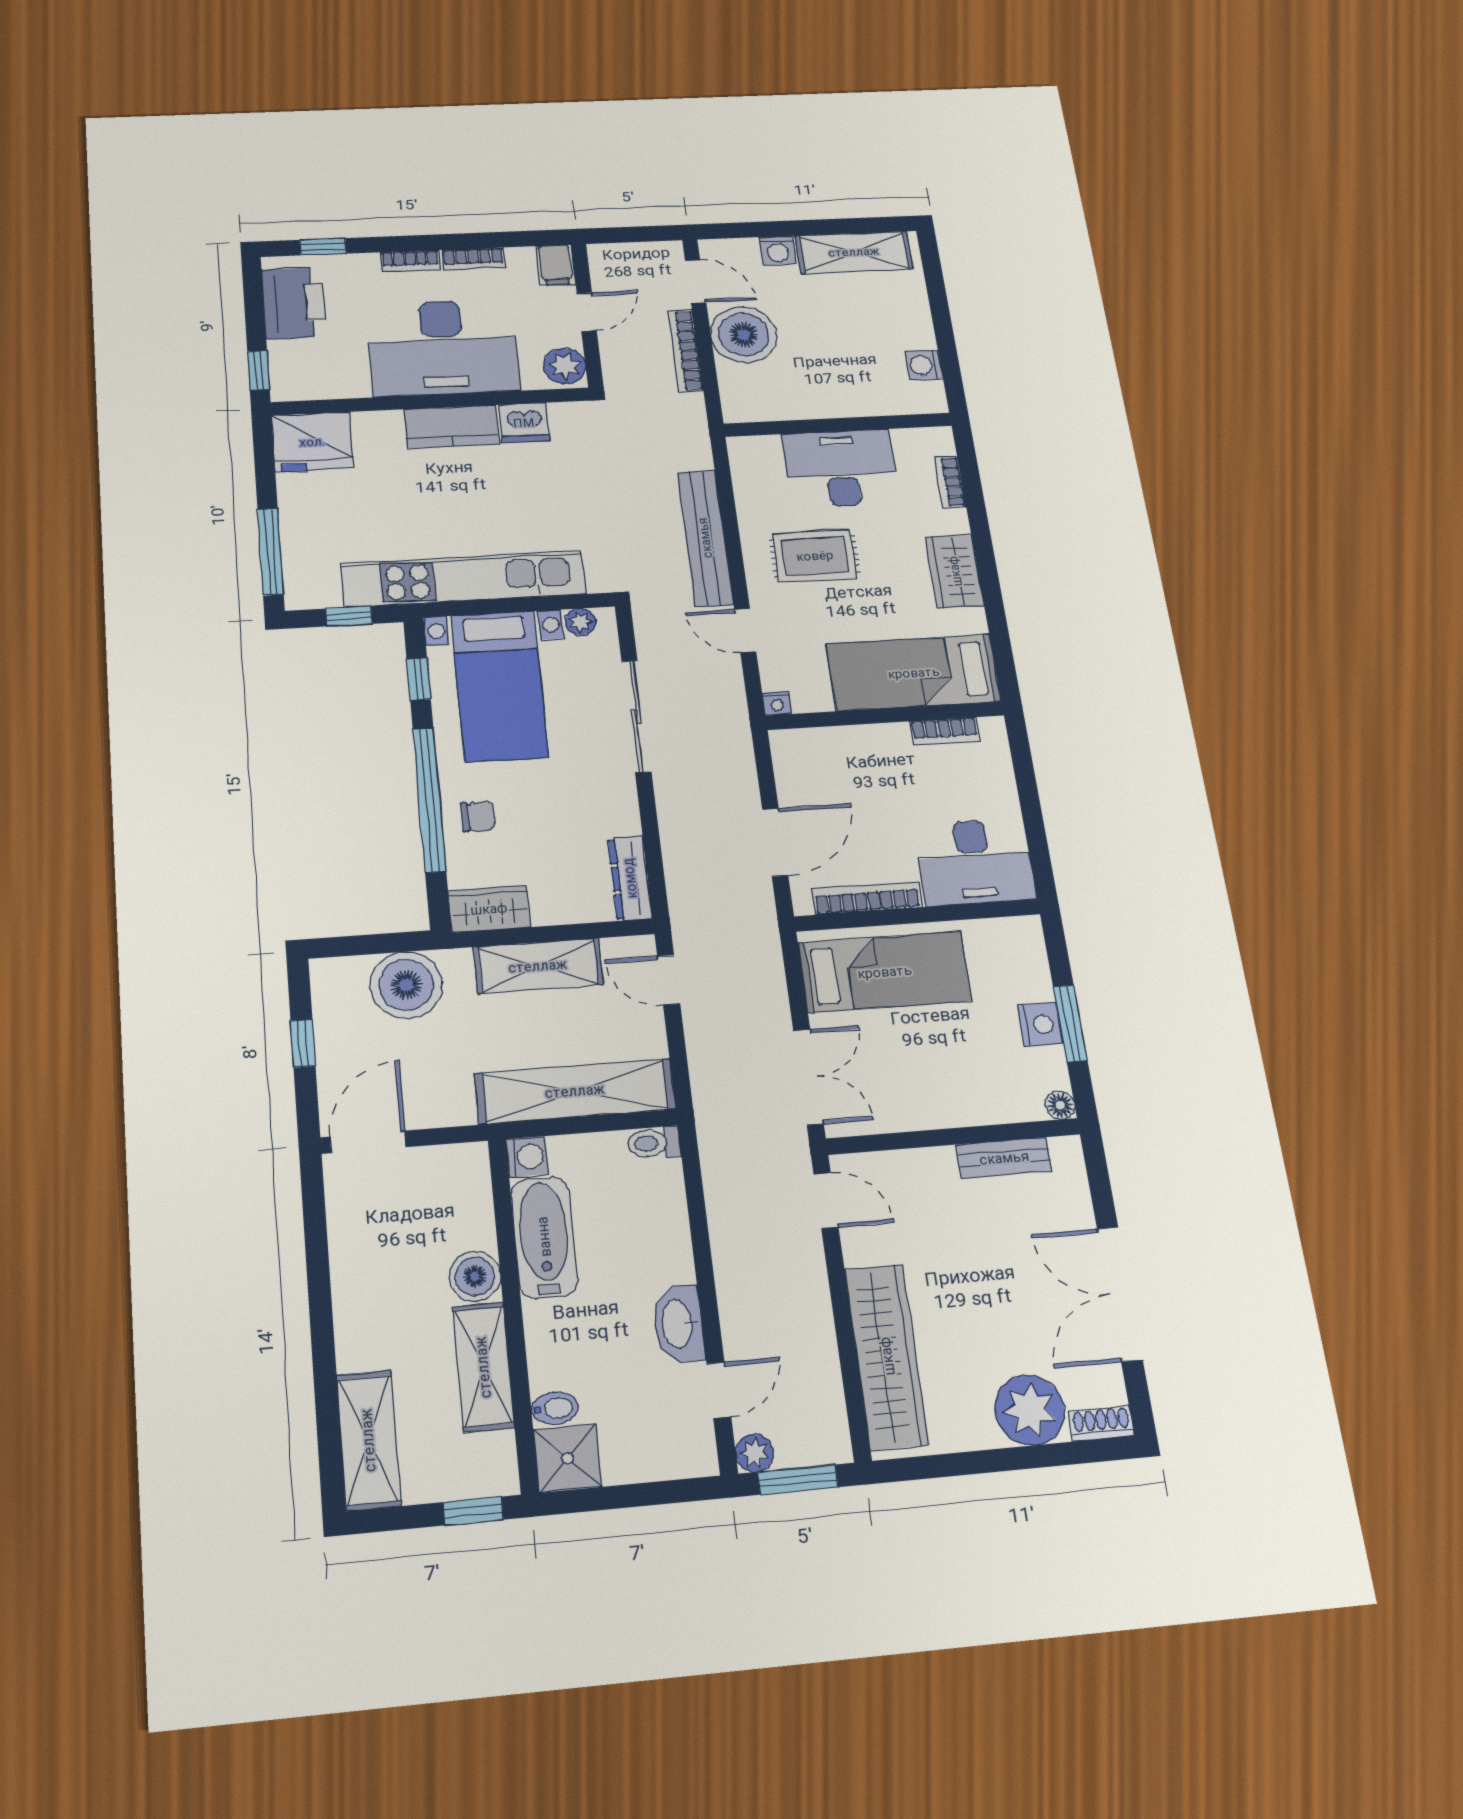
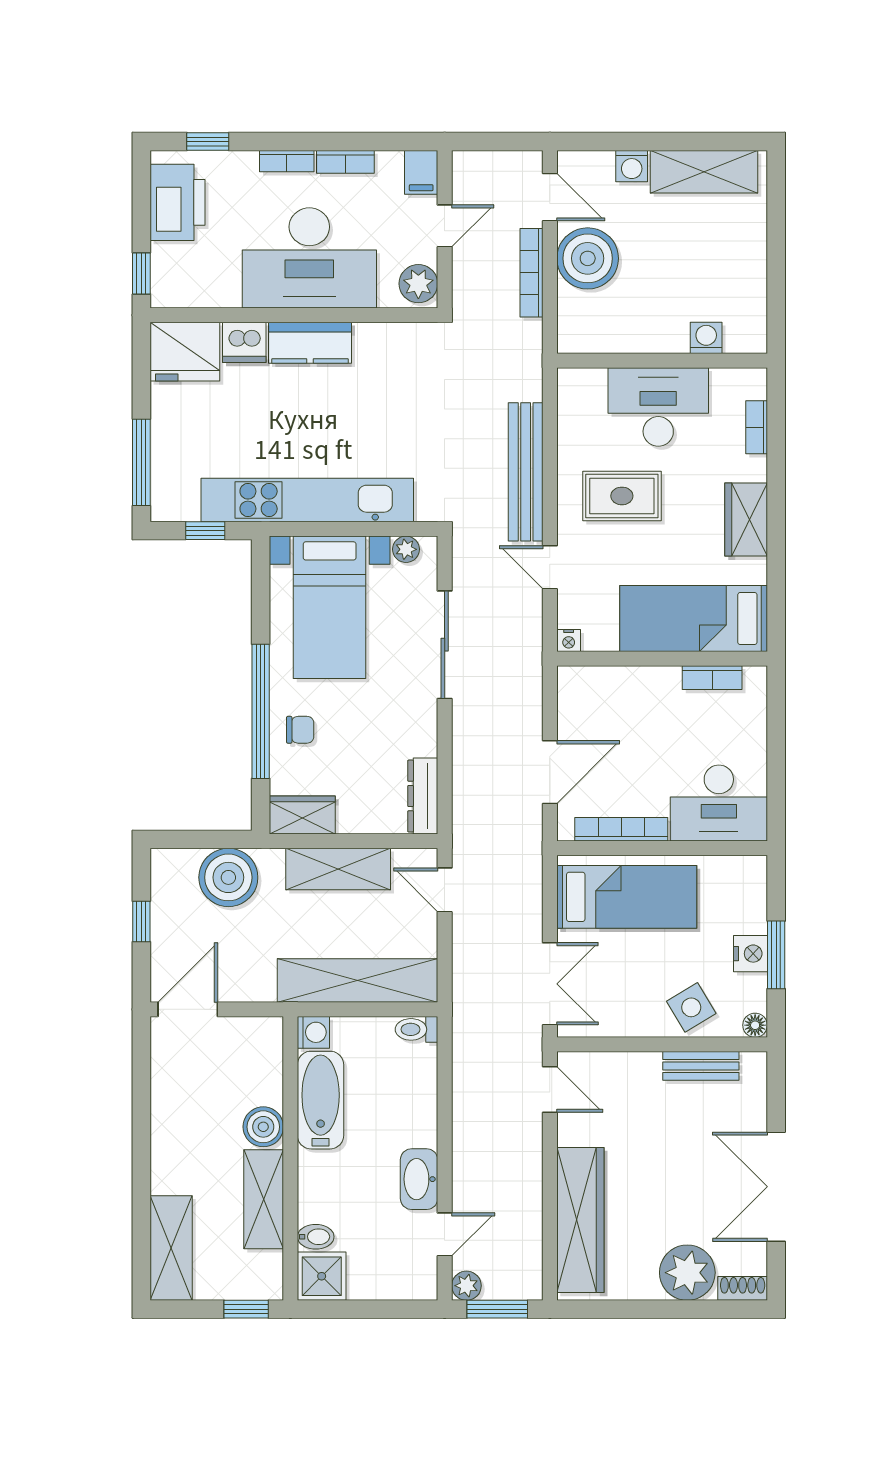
washing machine: (924, 365) -> (706, 338), moved, turned 90
dishwasher: (524, 423) -> (244, 342), moved
window: (419, 679) -> (261, 596), removed
side table: (981, 1091) -> (691, 1007), added

